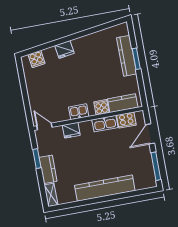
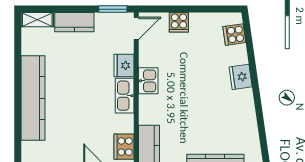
cooker: (101, 107) -> (179, 22), moved, turned 90
kitchen sink: (105, 124) -> (125, 96), moved
window: (37, 159) -> (113, 9), moved

